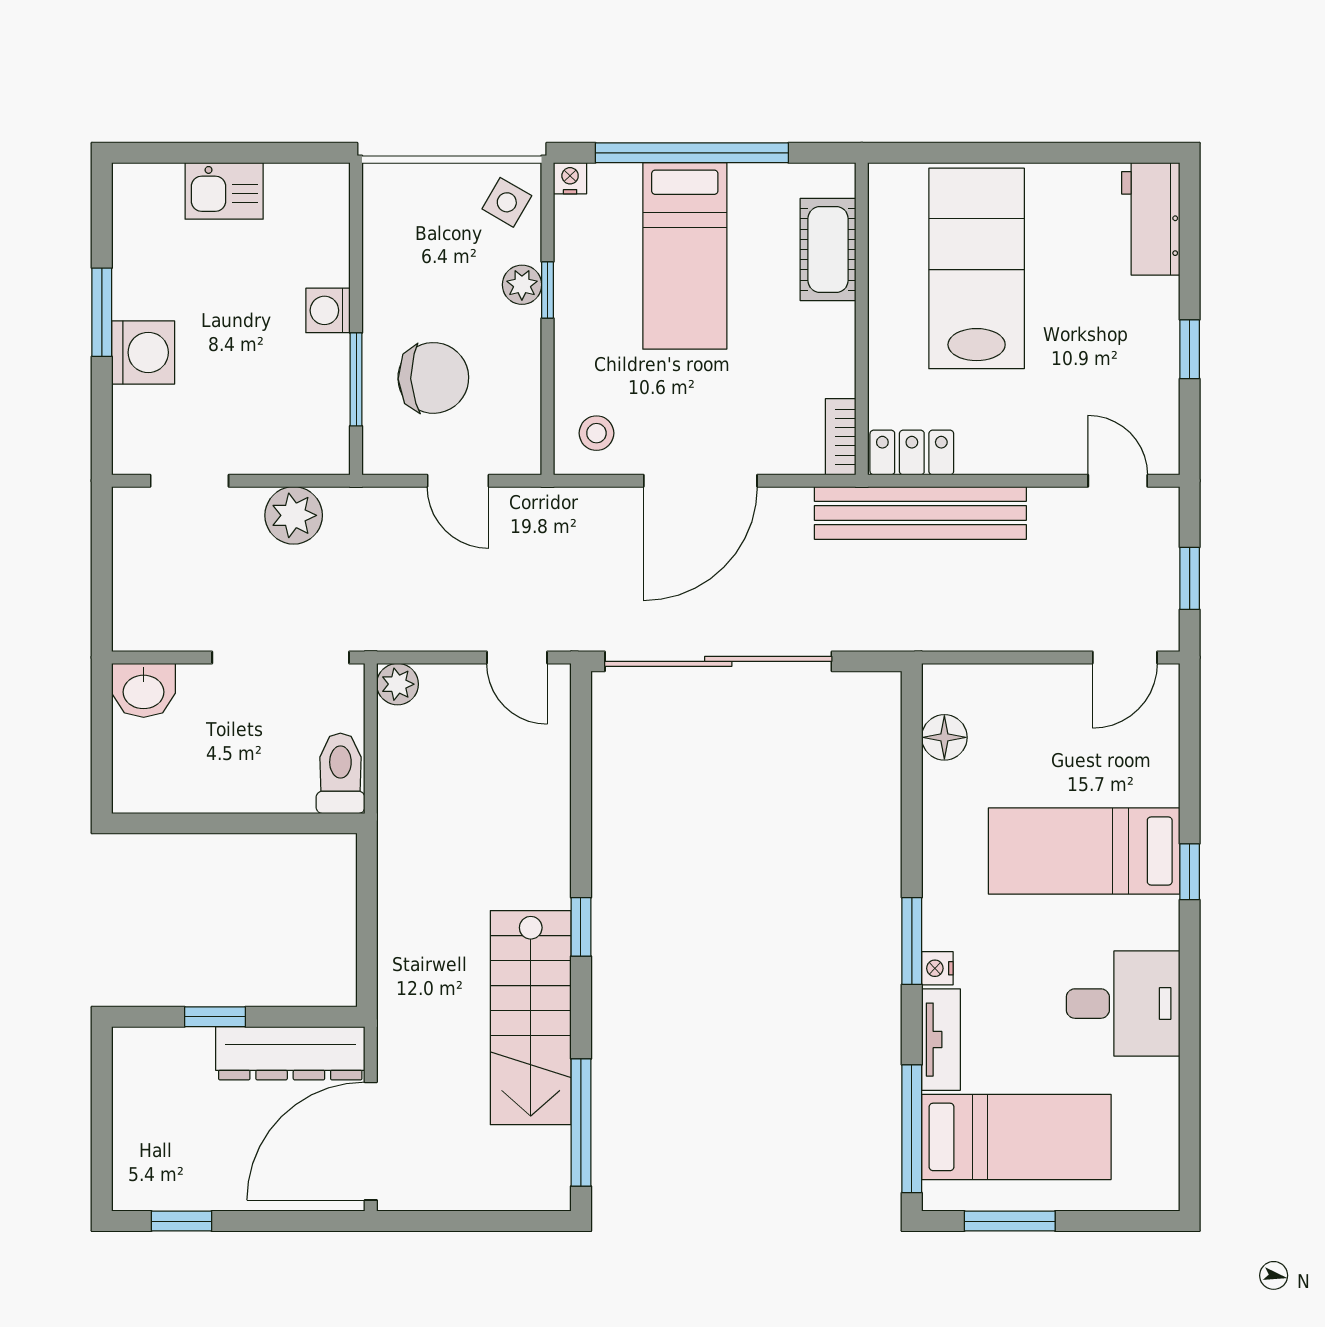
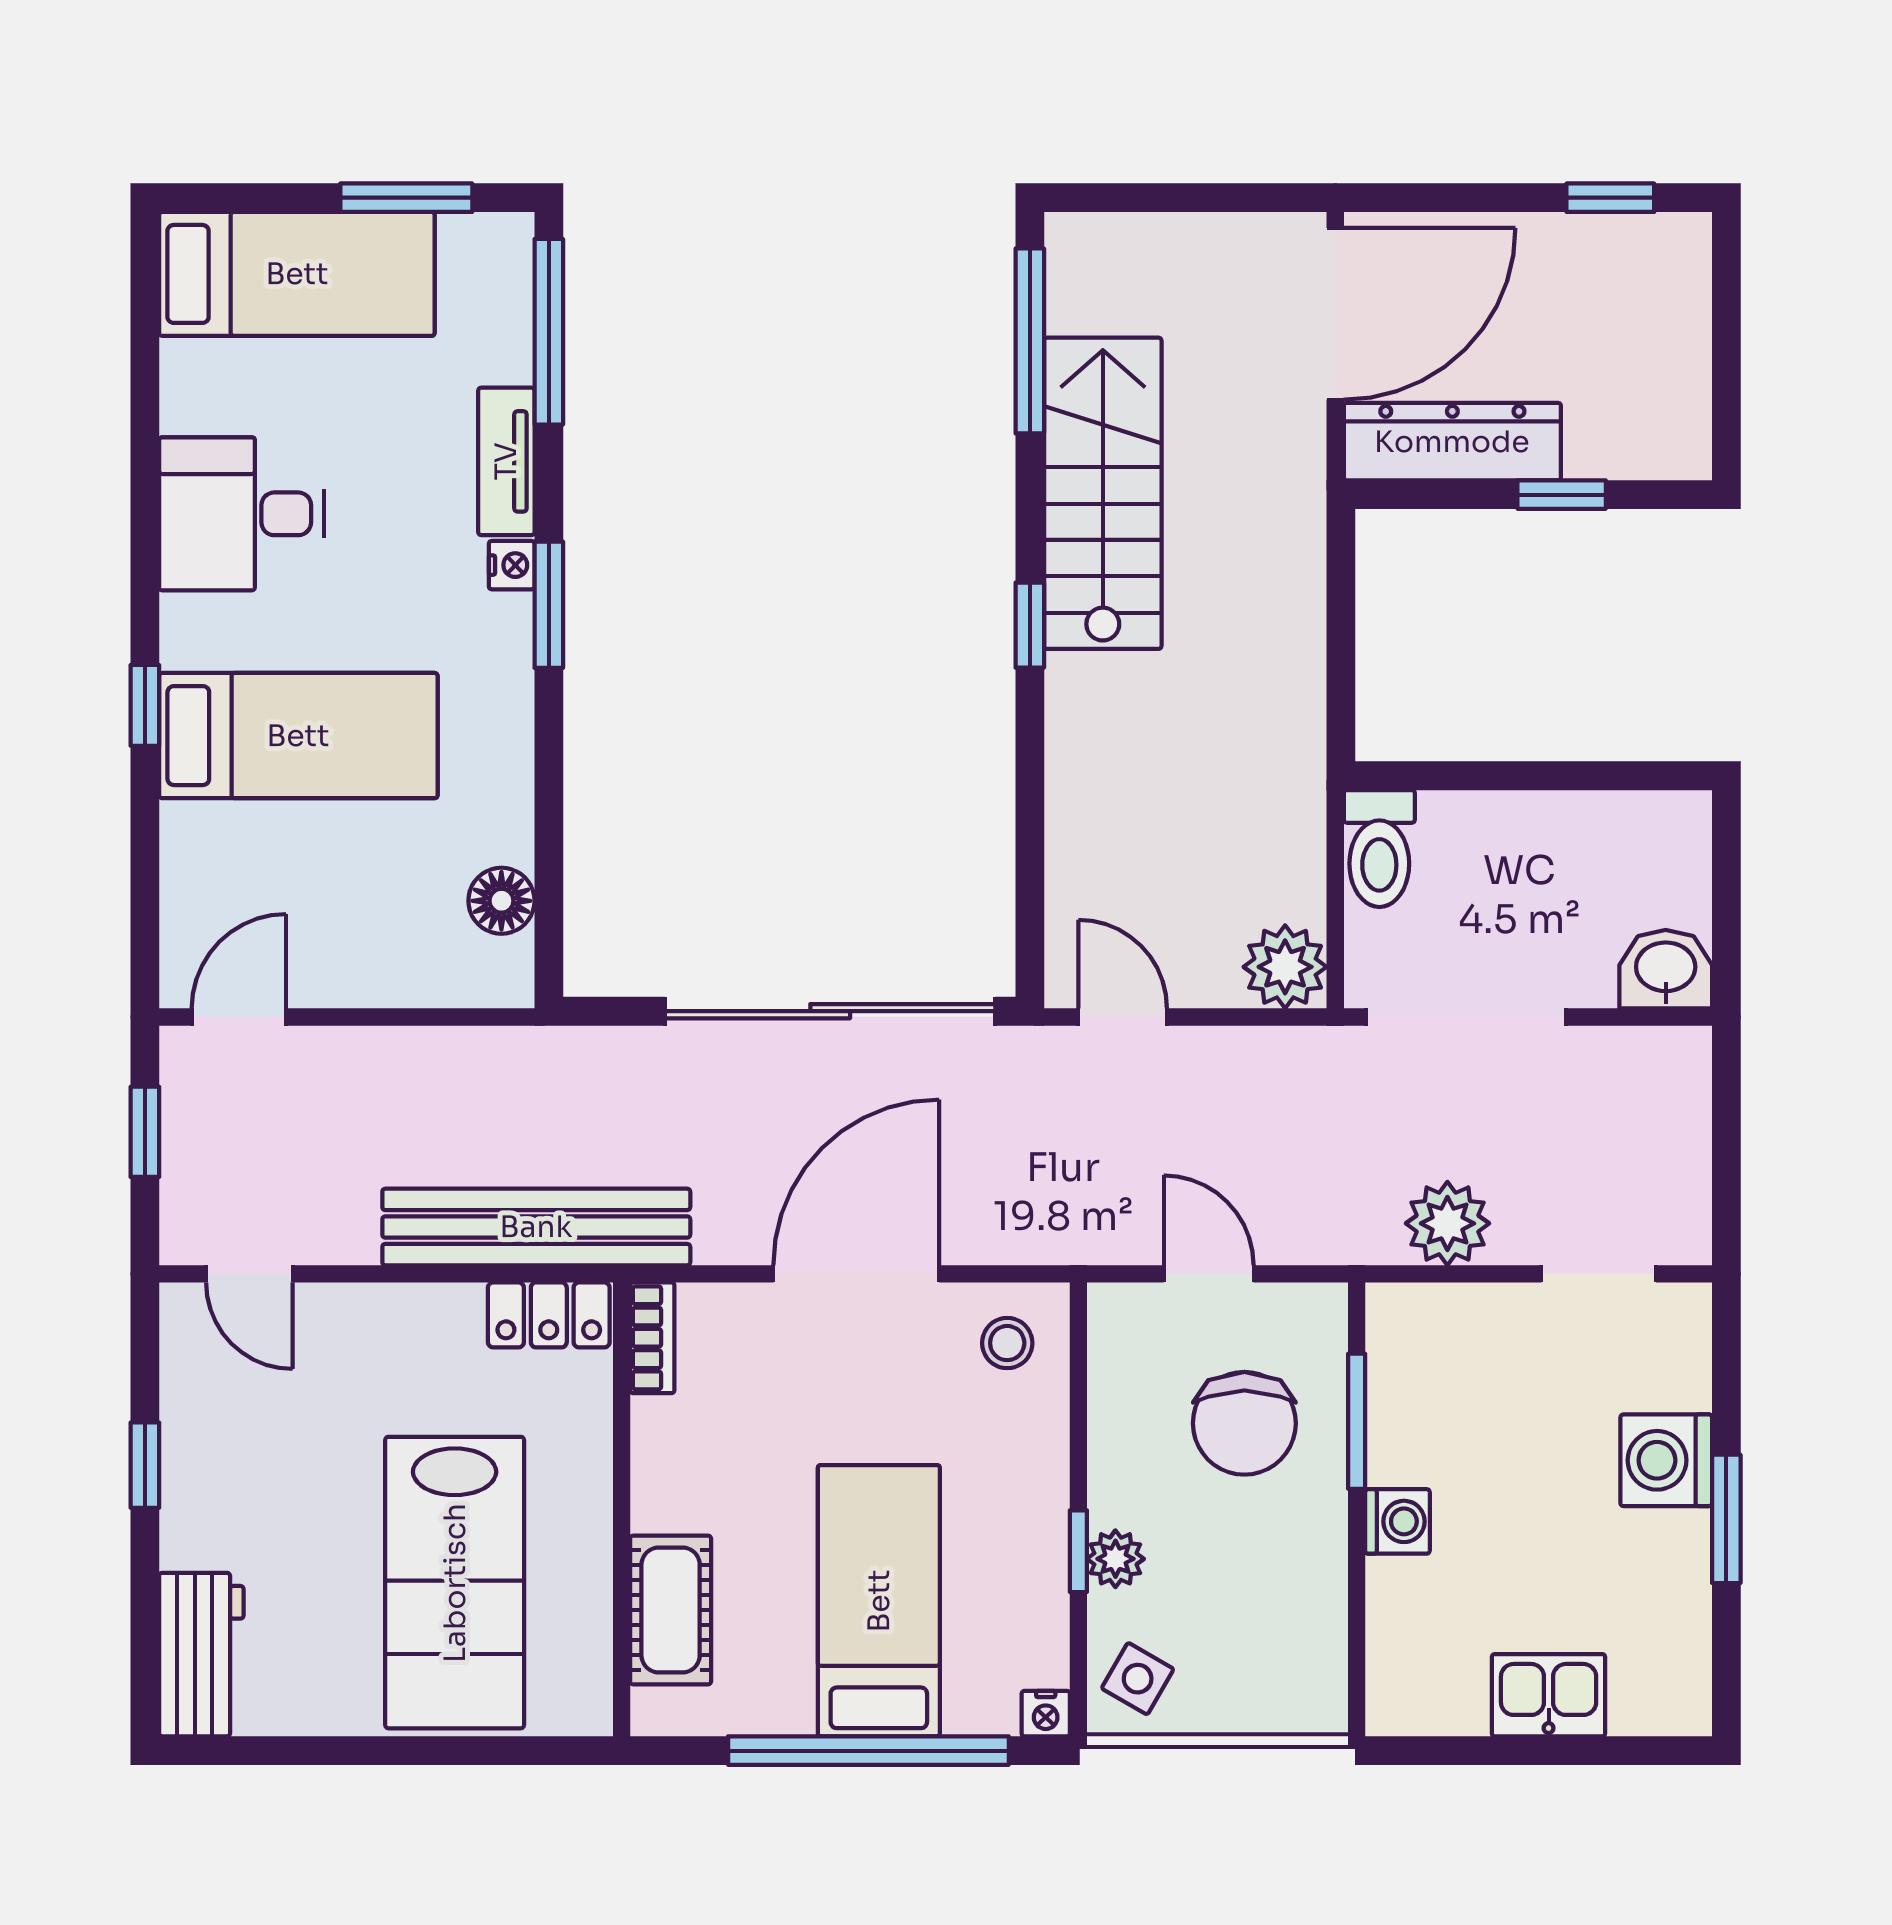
chair: (433, 378) -> (1244, 1423), turned -88
plant: (398, 684) -> (1285, 967), width x1.38, depth x1.38
bed: (1016, 1137) -> (297, 274), moved, turned 180

